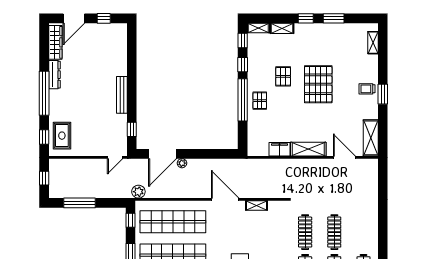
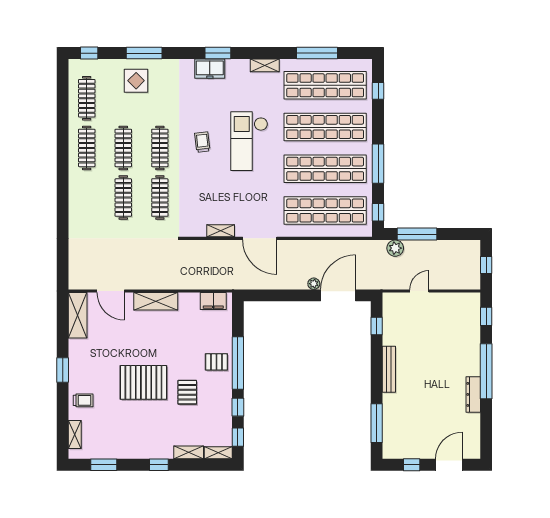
window: (334, 18) -> (104, 465), moved
wardrobe: (55, 42) -> (472, 435), removed
window: (132, 52) -> (377, 423), added
pallet: (318, 84) -> (143, 382), turned 90
trolley: (367, 89) -> (83, 400), moved
pallet: (260, 101) -> (216, 362), turned 90
rug: (62, 136) -> (464, 318), removed
filing cabinet: (279, 149) -> (213, 301), moved
door: (115, 157) -> (419, 291), moved
plant: (138, 192) -> (395, 248), moved
window: (79, 203) -> (417, 234), moved

